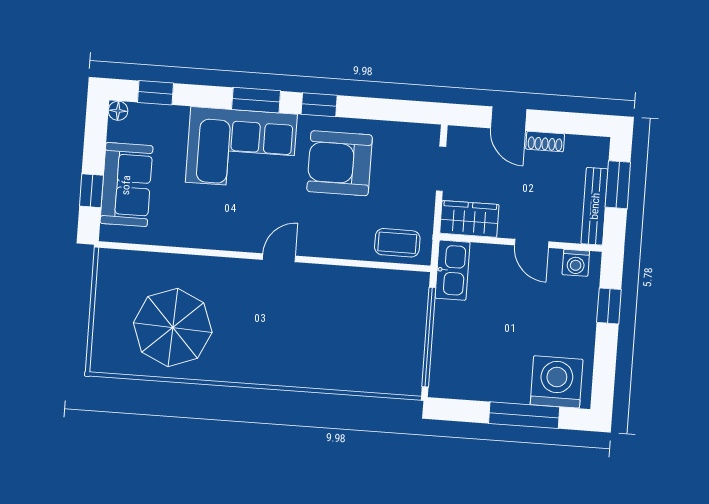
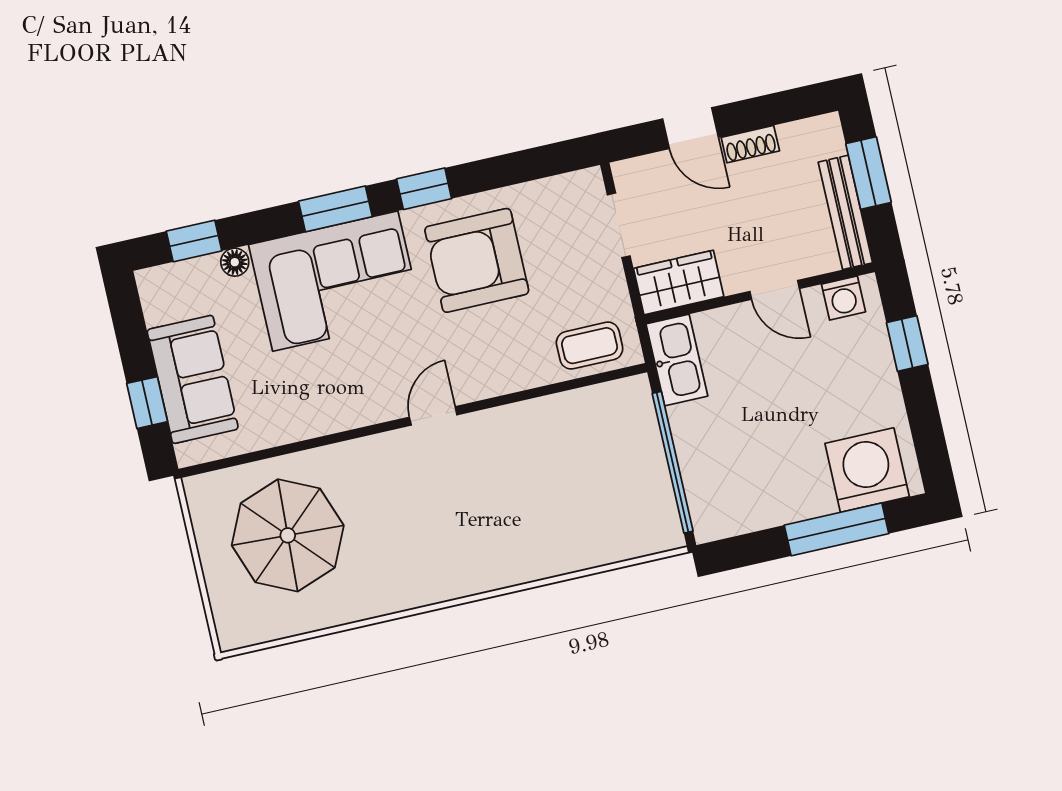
floor lamp: (118, 111) -> (235, 262), moved
parasol: (173, 327) -> (288, 535), moved

